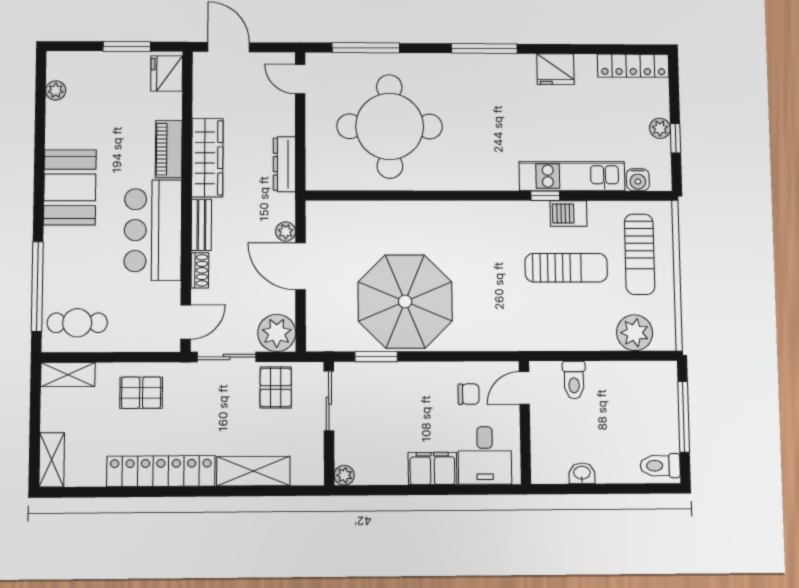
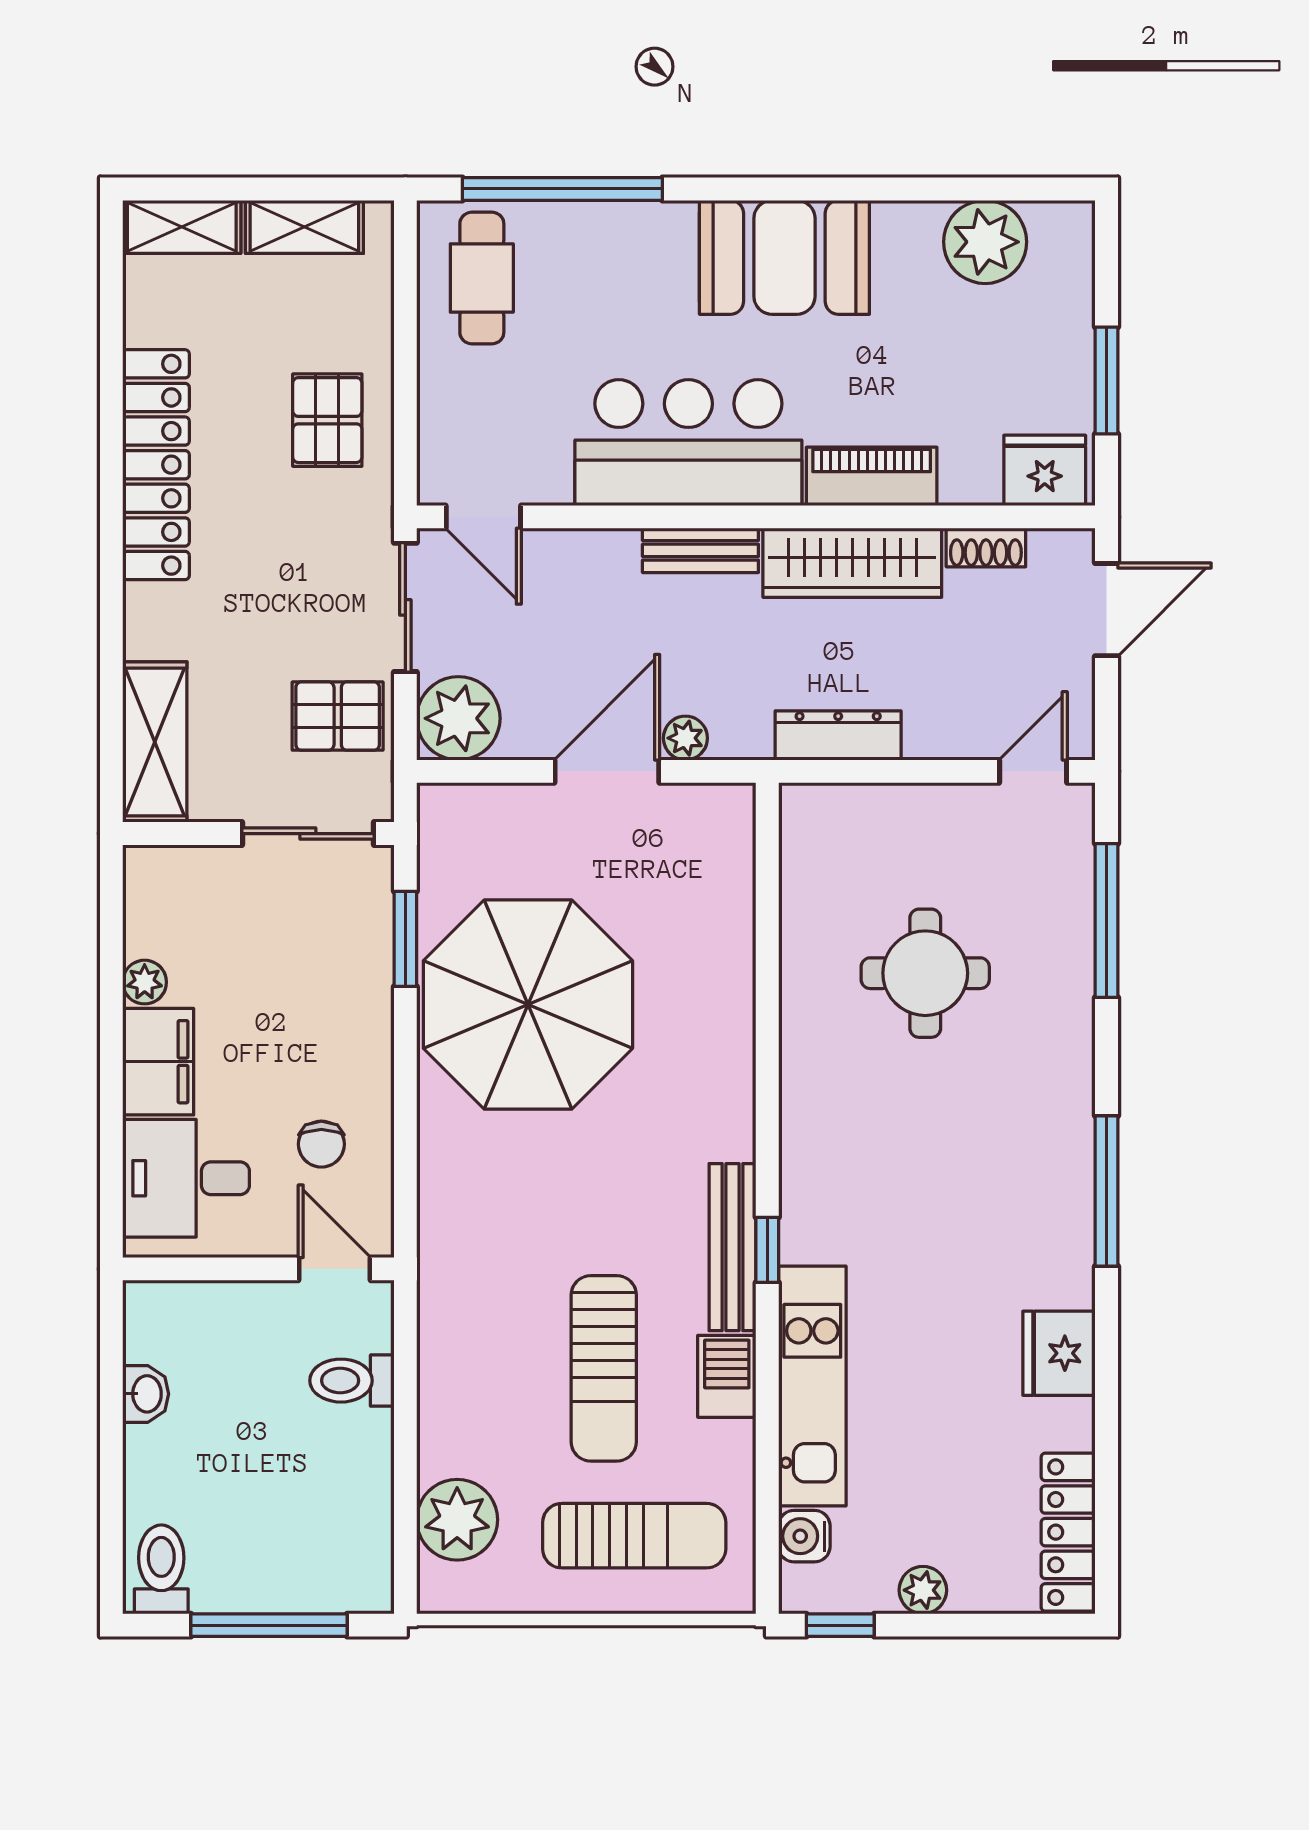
plant: (56, 90) -> (985, 242), width x1.87, depth x1.87
round table: (390, 126) -> (925, 973), width x0.54, depth x0.54
window: (675, 138) -> (840, 1625), moved
window: (545, 196) -> (767, 1250), moved
bench: (512, 211) -> (733, 1247), added
sun lounger: (640, 254) -> (634, 1536), turned 180
shoe rack: (200, 270) -> (986, 548), moved
shelving: (68, 375) -> (304, 227), moved, turned 90
shelving: (253, 471) -> (155, 742), moved
plant: (344, 475) -> (145, 982), moved

